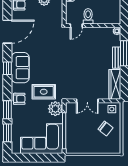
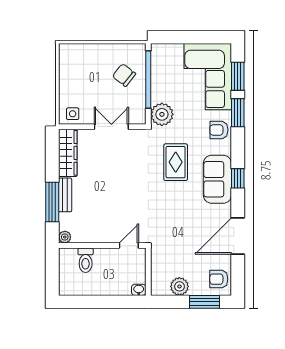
toilet: (88, 16) -> (86, 260), moved
rug: (44, 92) -> (176, 162), moved, turned 90
chair: (106, 128) -> (124, 75), moved
corner sofa: (42, 139) -> (208, 77), moved, turned 90

